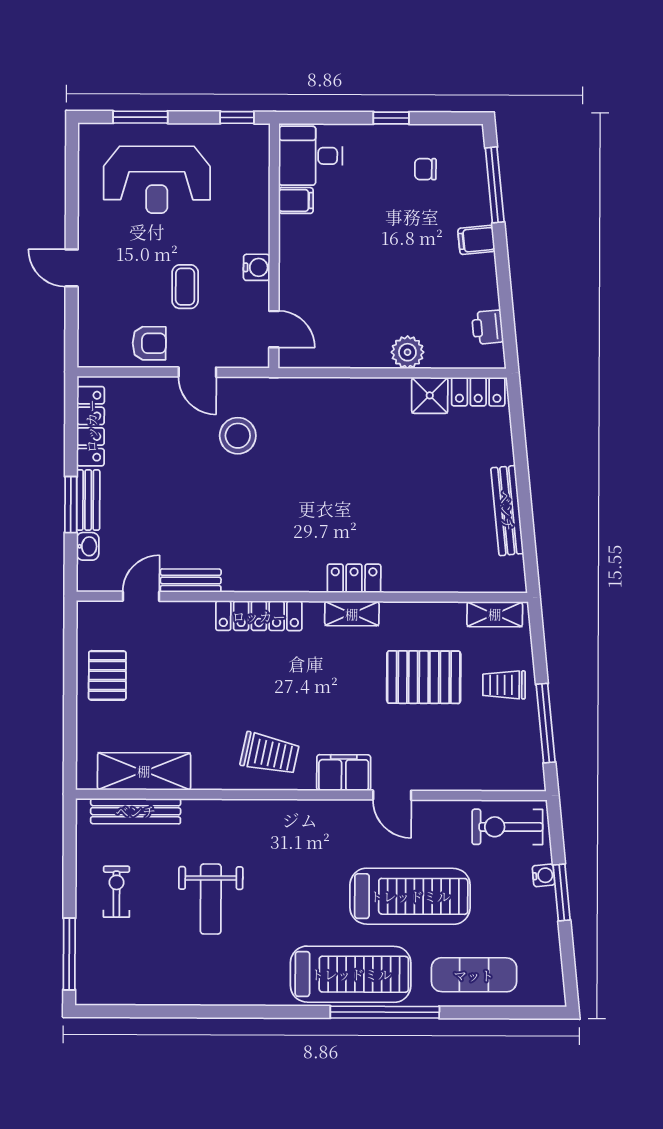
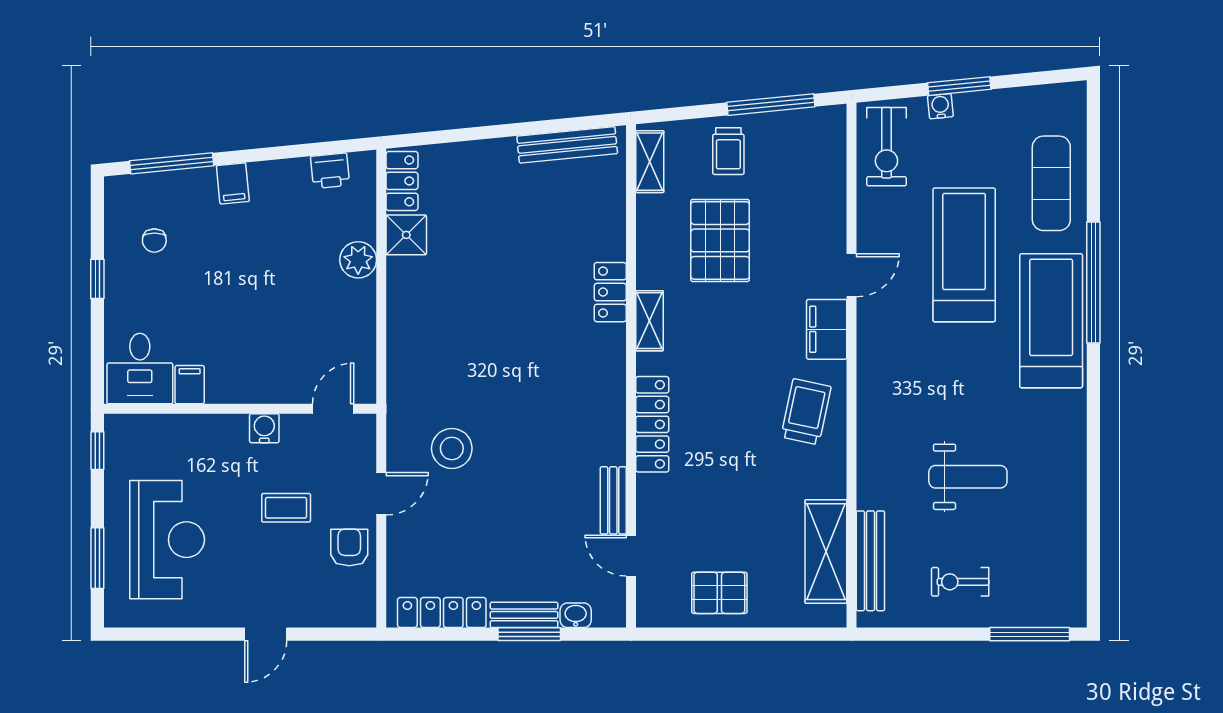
bench: (507, 511) -> (567, 145), moved
locker: (354, 578) -> (610, 292), moved

